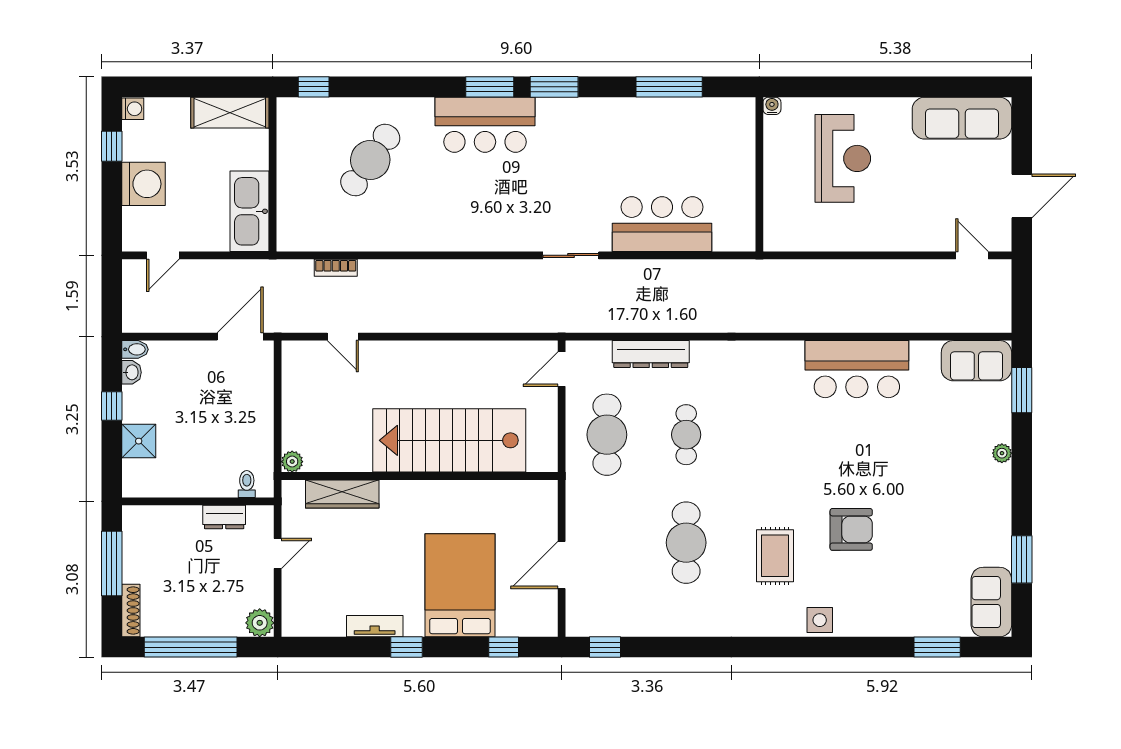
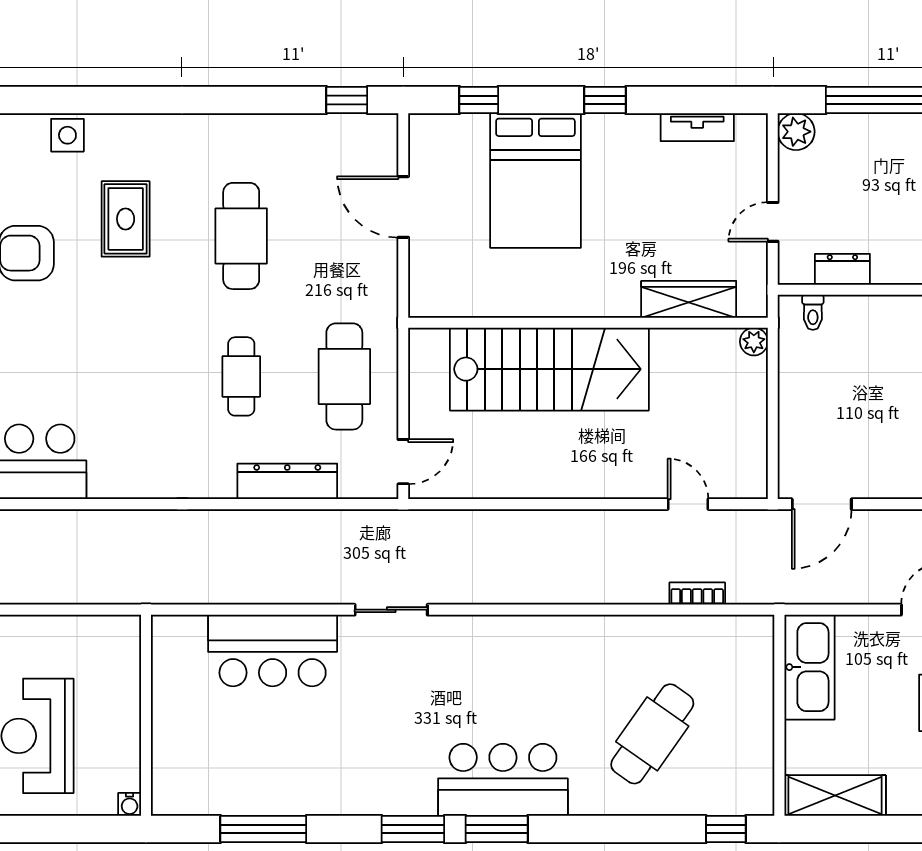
door: (562, 565) -> (403, 207), swing flipped
tv unit: (375, 626) -> (697, 127), moved

